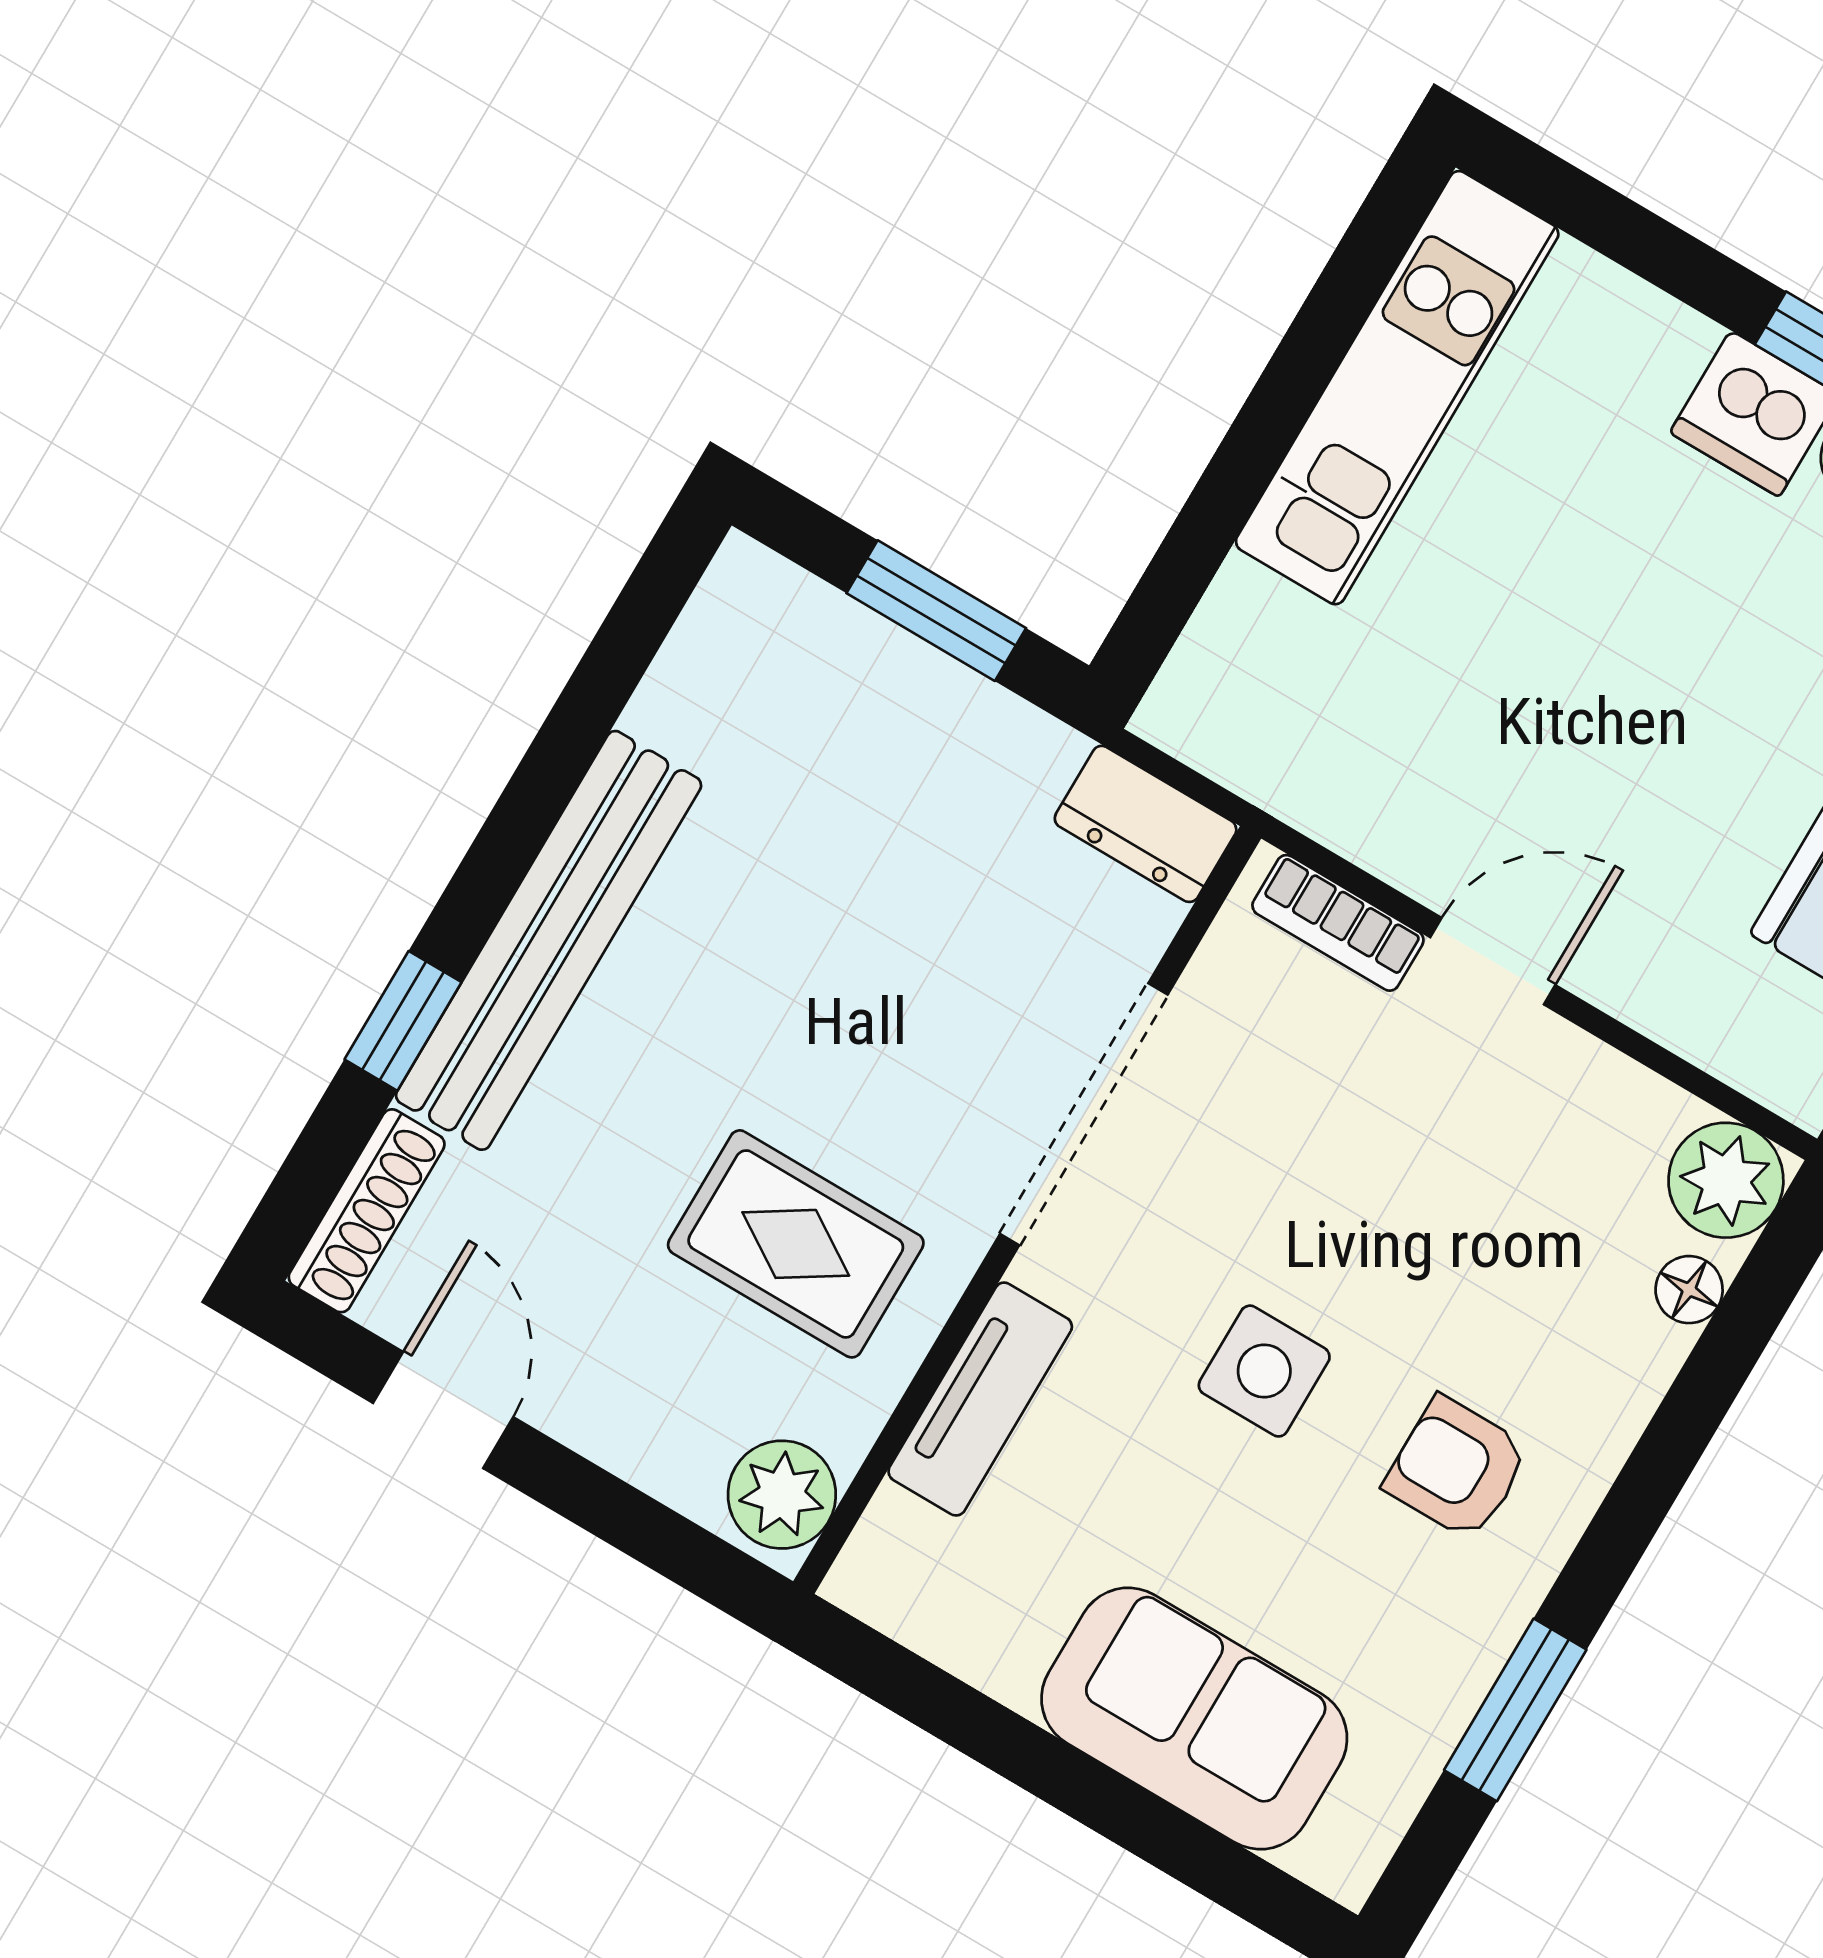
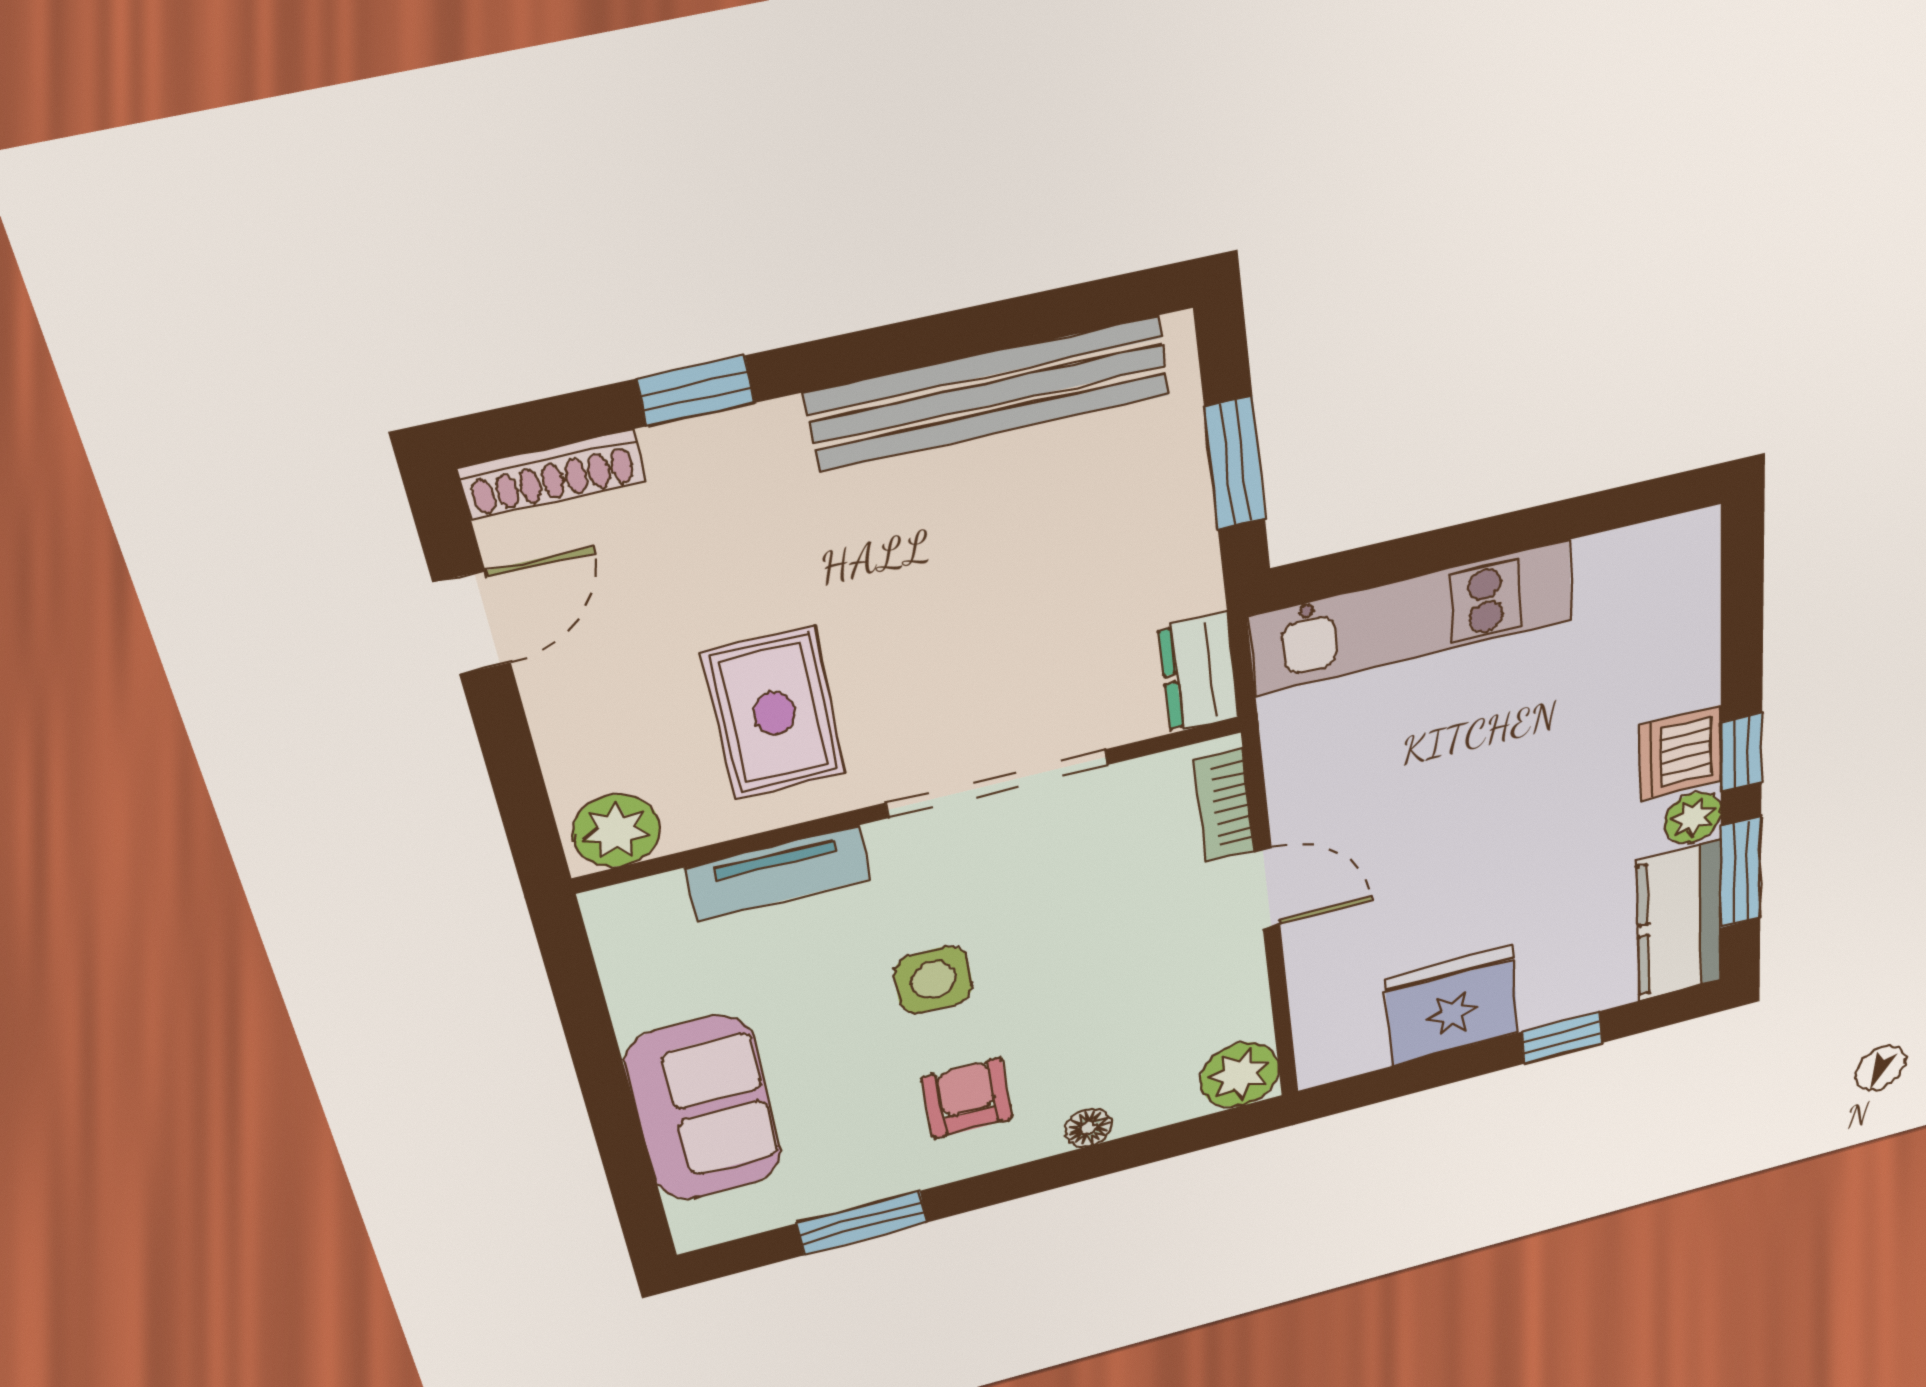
kitchen unit: (1397, 388) -> (1412, 618), moved
bench: (549, 940) -> (989, 394), moved
floor lamp: (1689, 1290) -> (1089, 1128), moved

